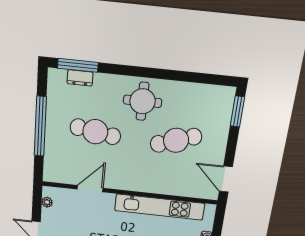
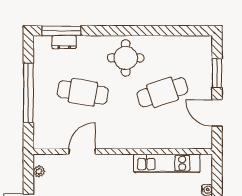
window: (237, 111) -> (217, 73), moved
door: (226, 179) -> (217, 113), moved
kitchen unit: (160, 207) -> (167, 163), width x0.73

